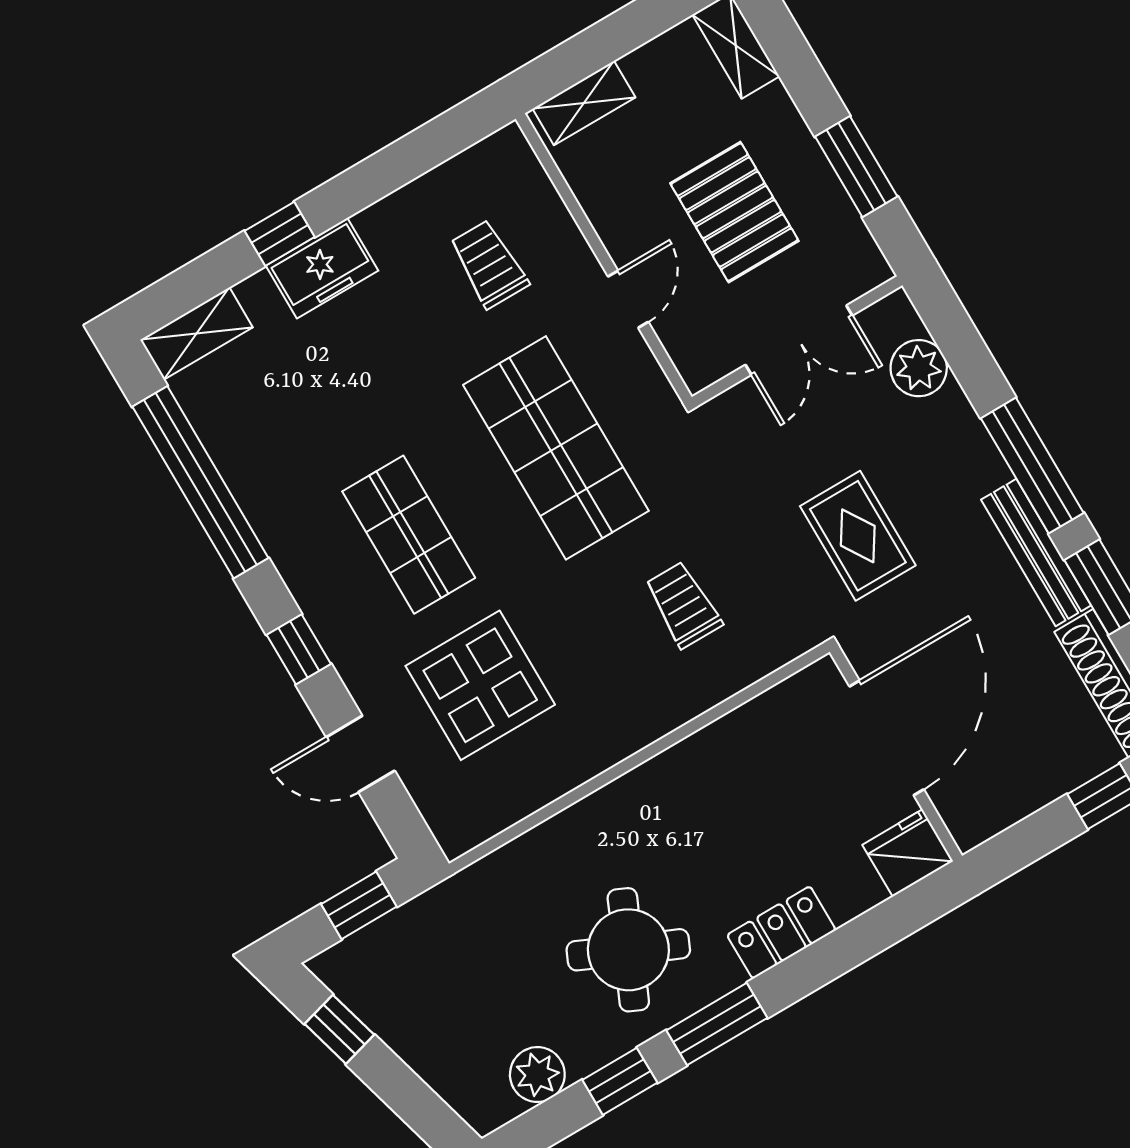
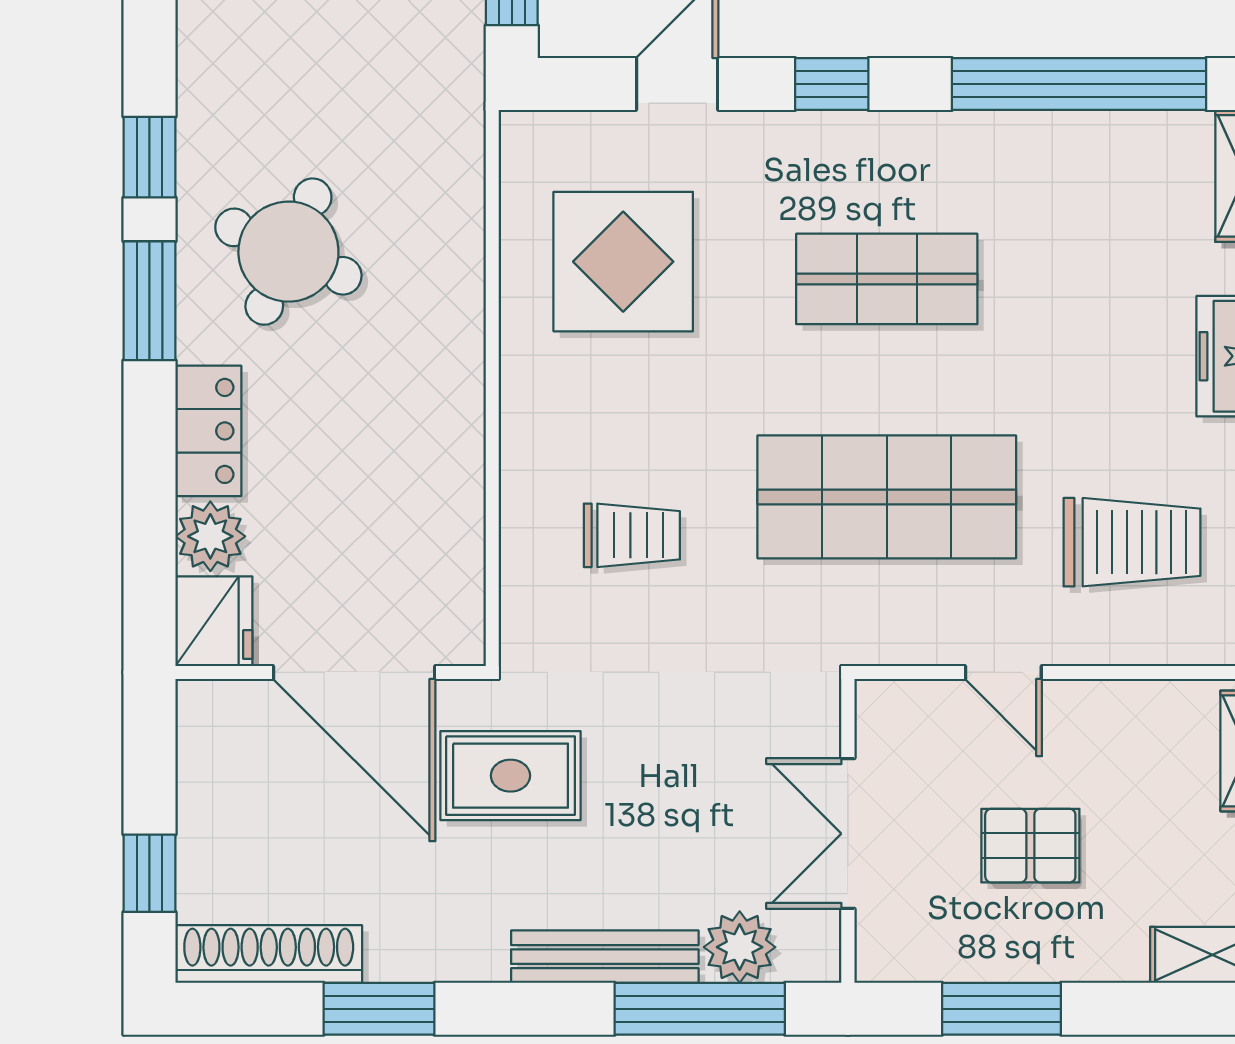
pallet: (734, 212) -> (1030, 846), width x0.67, depth x0.71
trolley: (489, 264) -> (1132, 542), width x1.36, depth x1.39
window: (1032, 466) -> (700, 1009), moved
rug: (858, 536) -> (510, 776), moved
bench: (1036, 553) -> (605, 957), moved
display table: (480, 685) -> (623, 262), moved
plant: (537, 1075) -> (210, 536), moved

